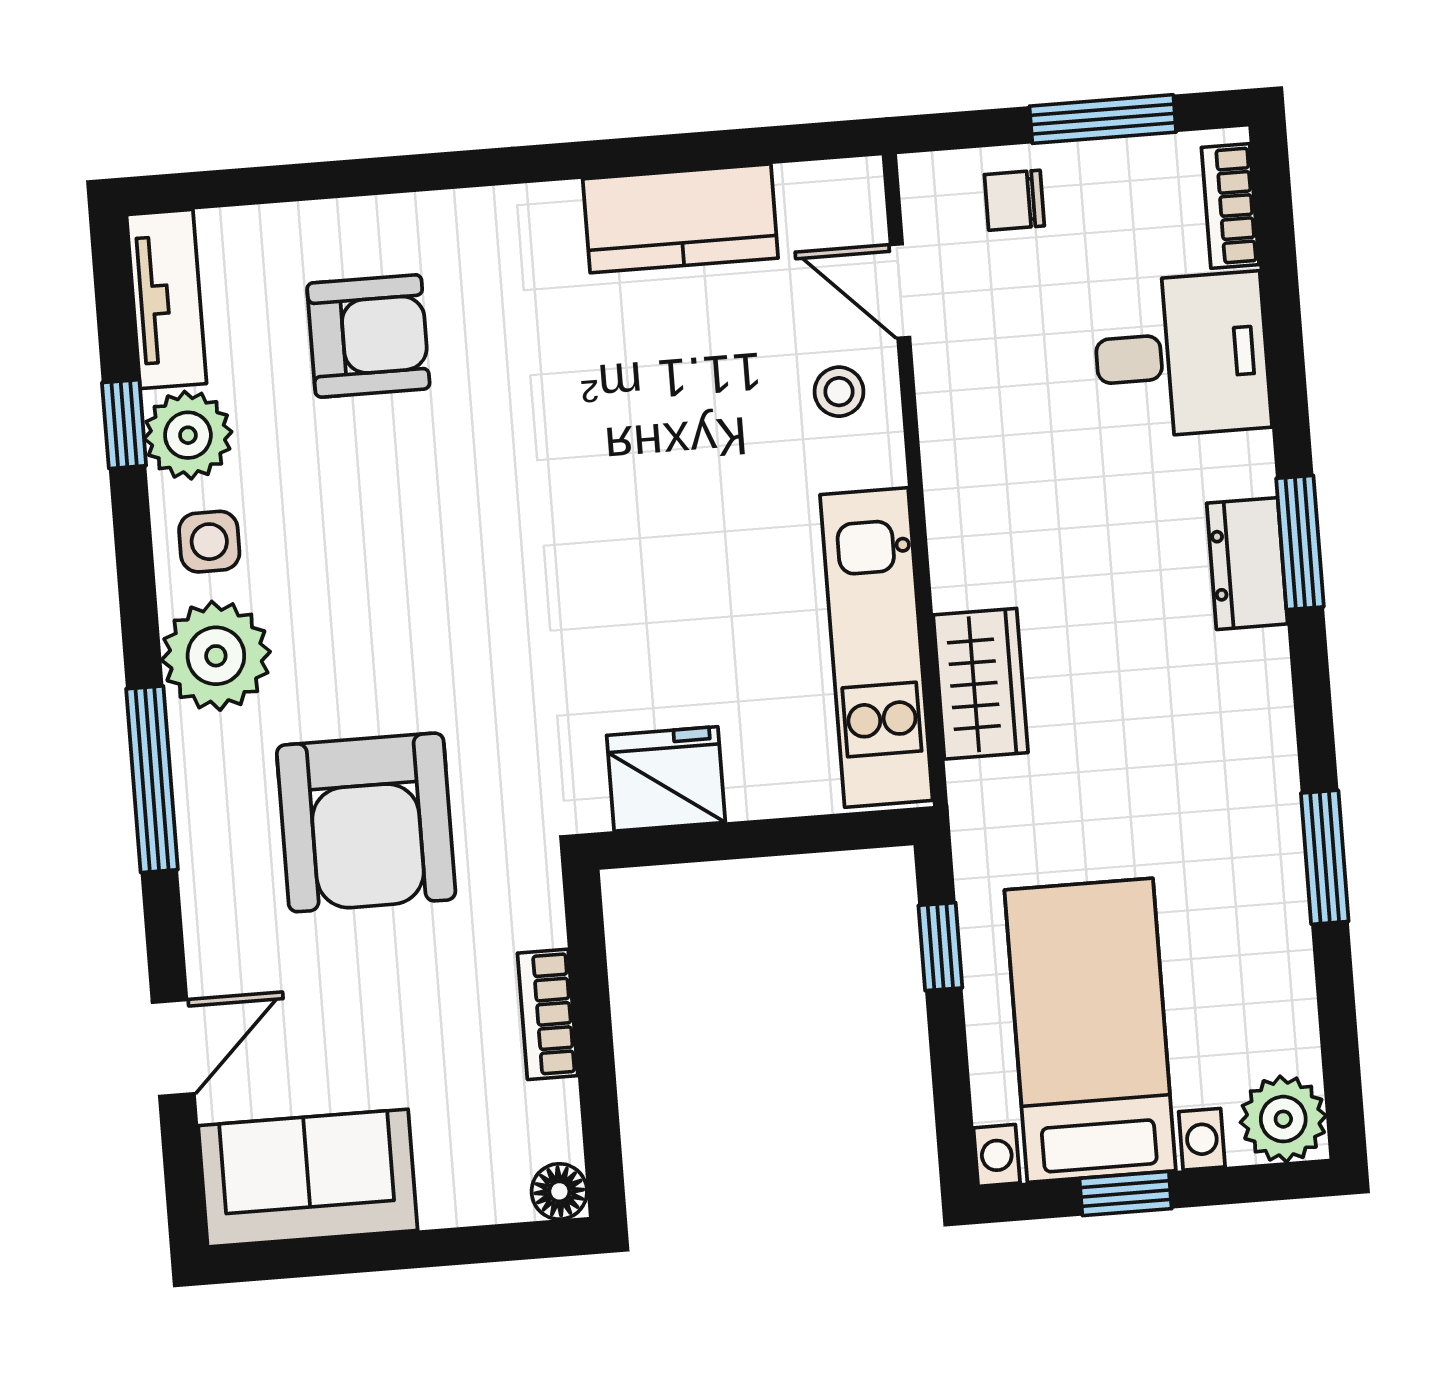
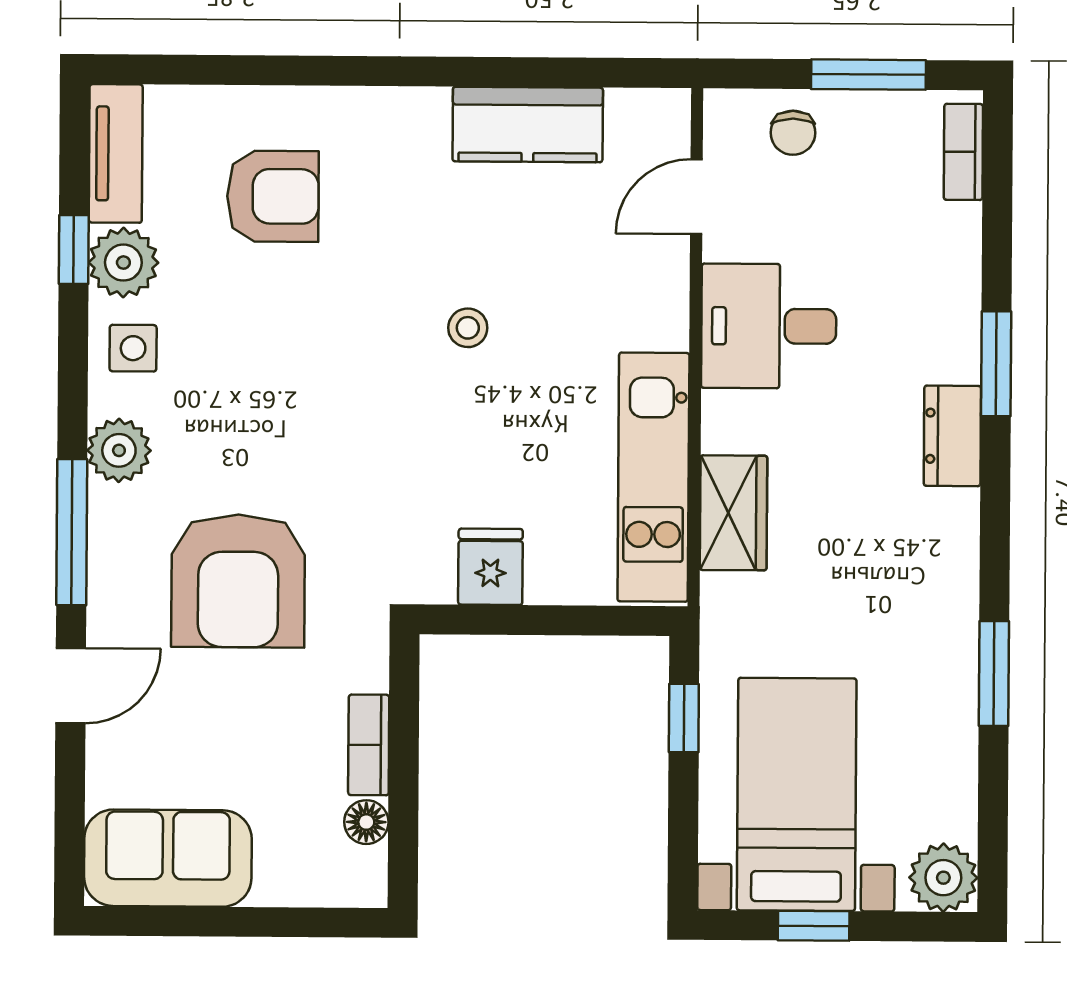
chair: (1014, 200) -> (793, 133), turned -90
door: (900, 291) -> (696, 197), hinge flipped
desk: (1181, 355) -> (769, 326), moved, turned 180
stool: (839, 392) -> (468, 328), moved
window: (1300, 543) -> (996, 364), moved
plant: (216, 656) -> (119, 450), width x0.73, depth x0.73
fridge: (666, 779) -> (490, 567), width x0.72
door: (173, 1048) -> (71, 685), moved
floor lamp: (559, 1191) -> (366, 822), moved

